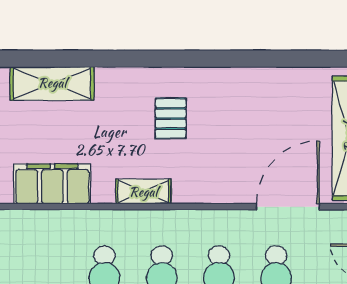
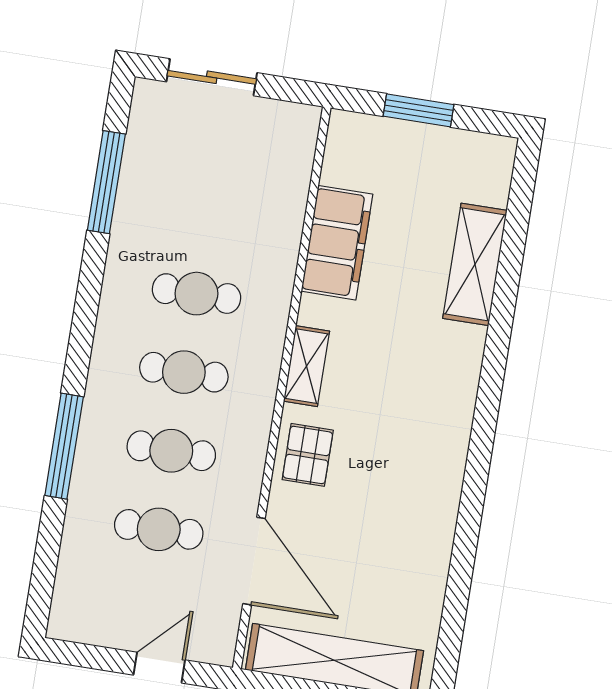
pallet: (171, 118) -> (308, 455), moved, turned 90

